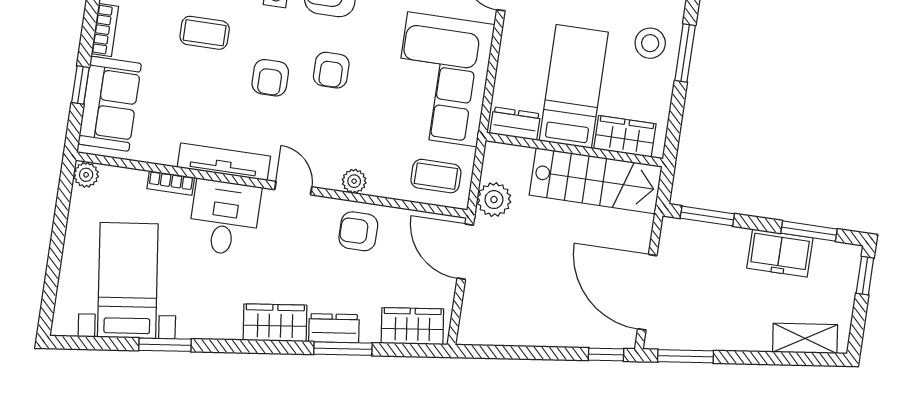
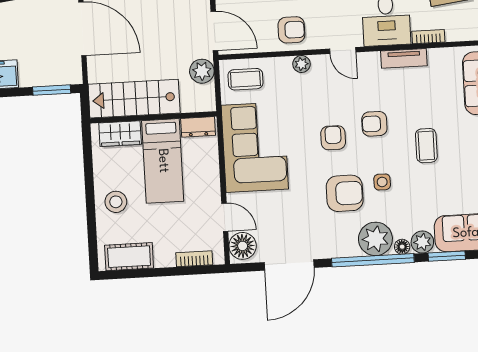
coffee table: (205, 33) -> (426, 146), turned 90
window: (685, 53) -> (90, 200), removed
armchair: (270, 78) -> (374, 124), turned -90
tv unit: (224, 162) -> (404, 58), width x0.71

